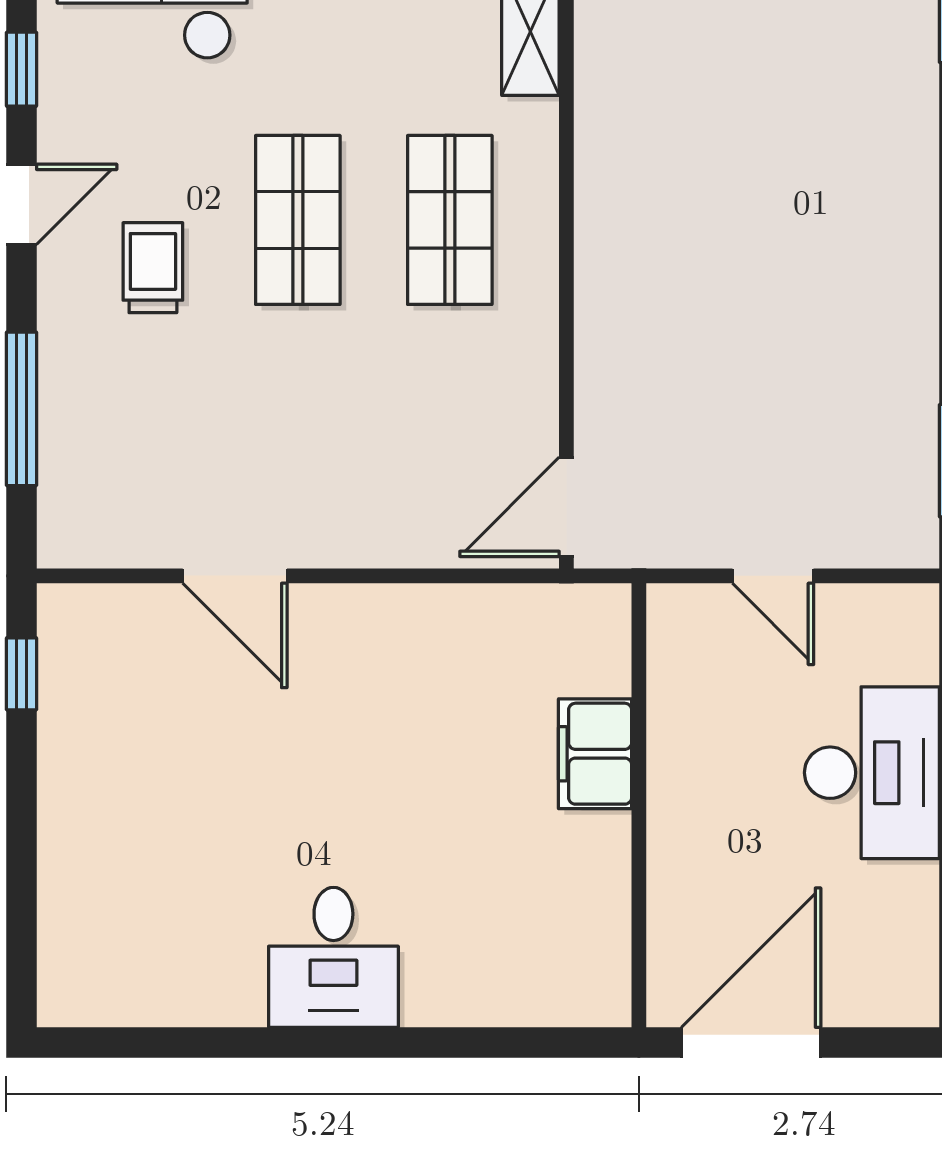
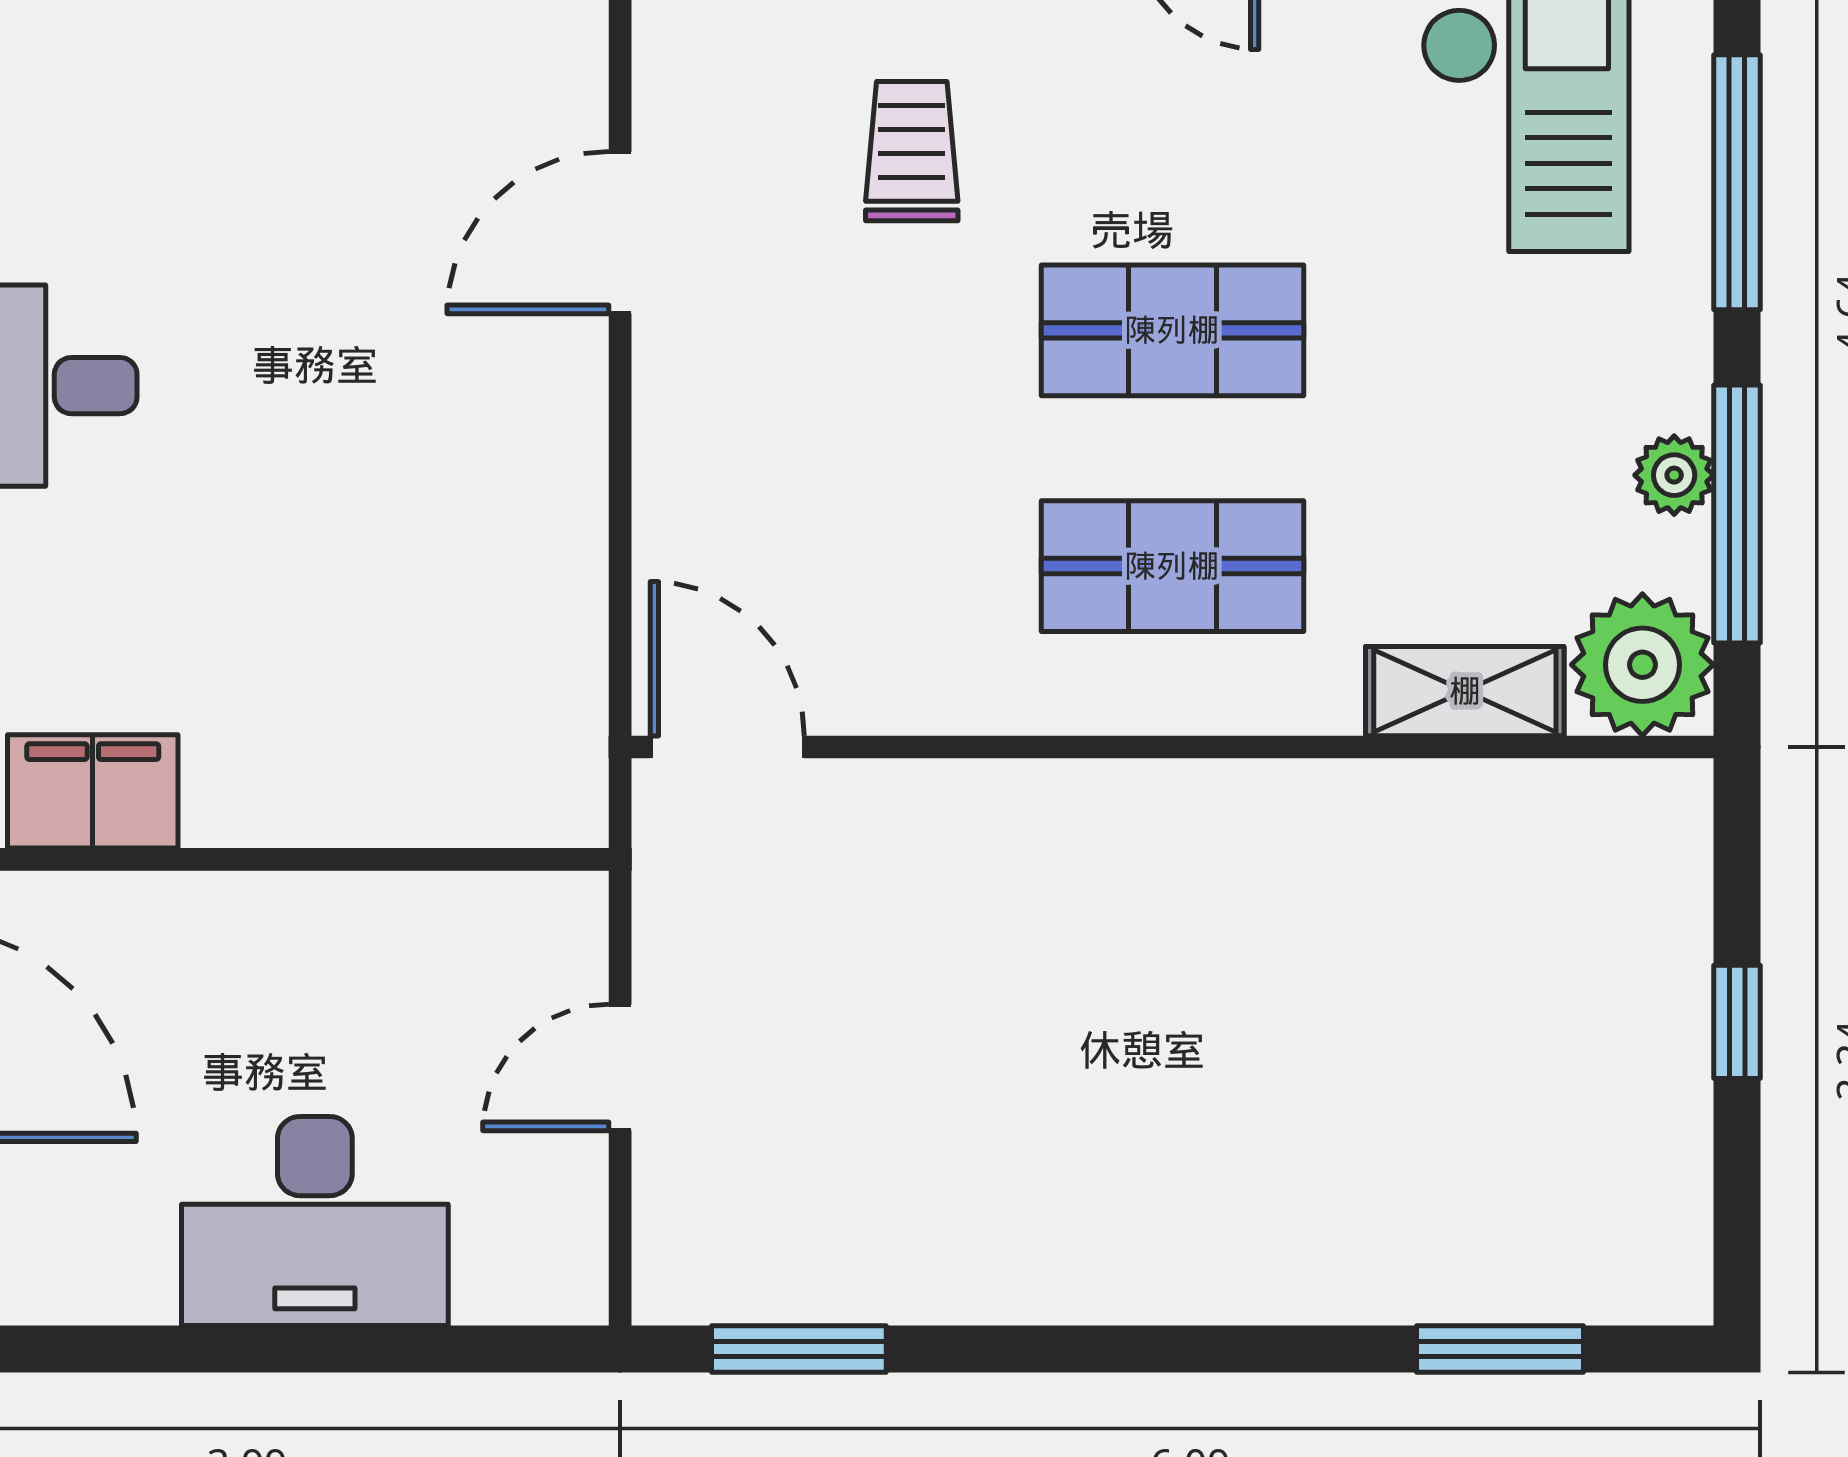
trolley: (153, 268) -> (912, 151), moved, turned -90
filing cabinet: (595, 754) -> (93, 791), moved

